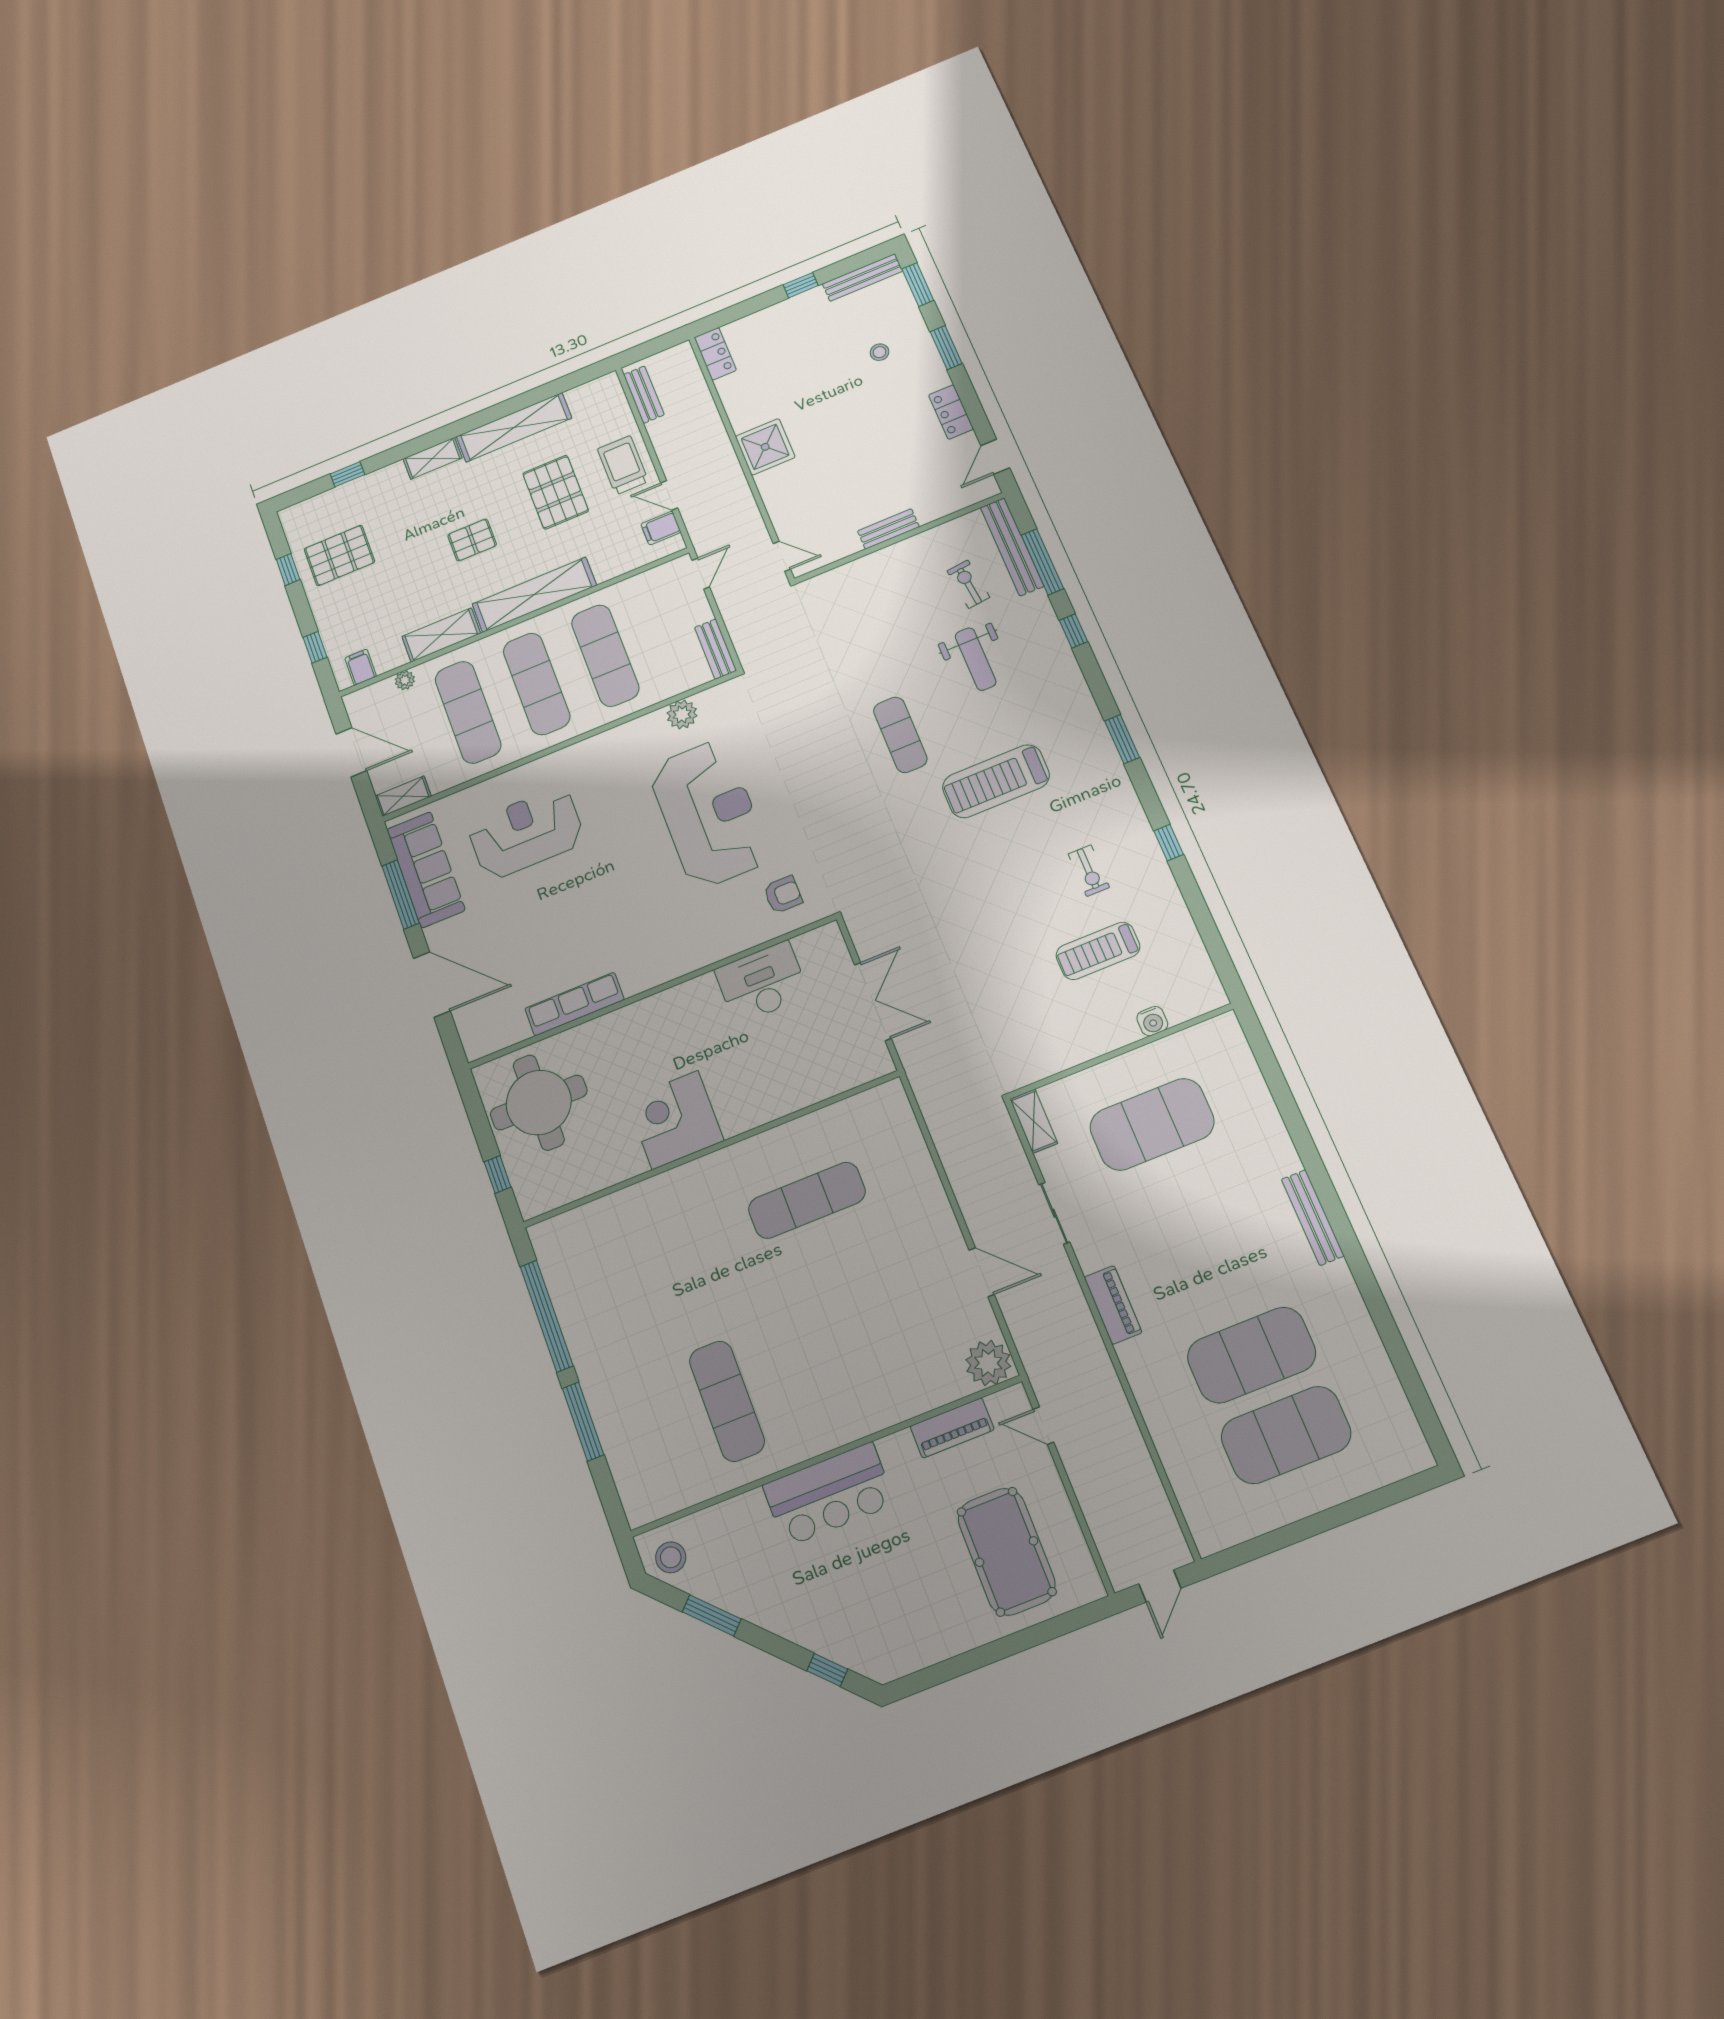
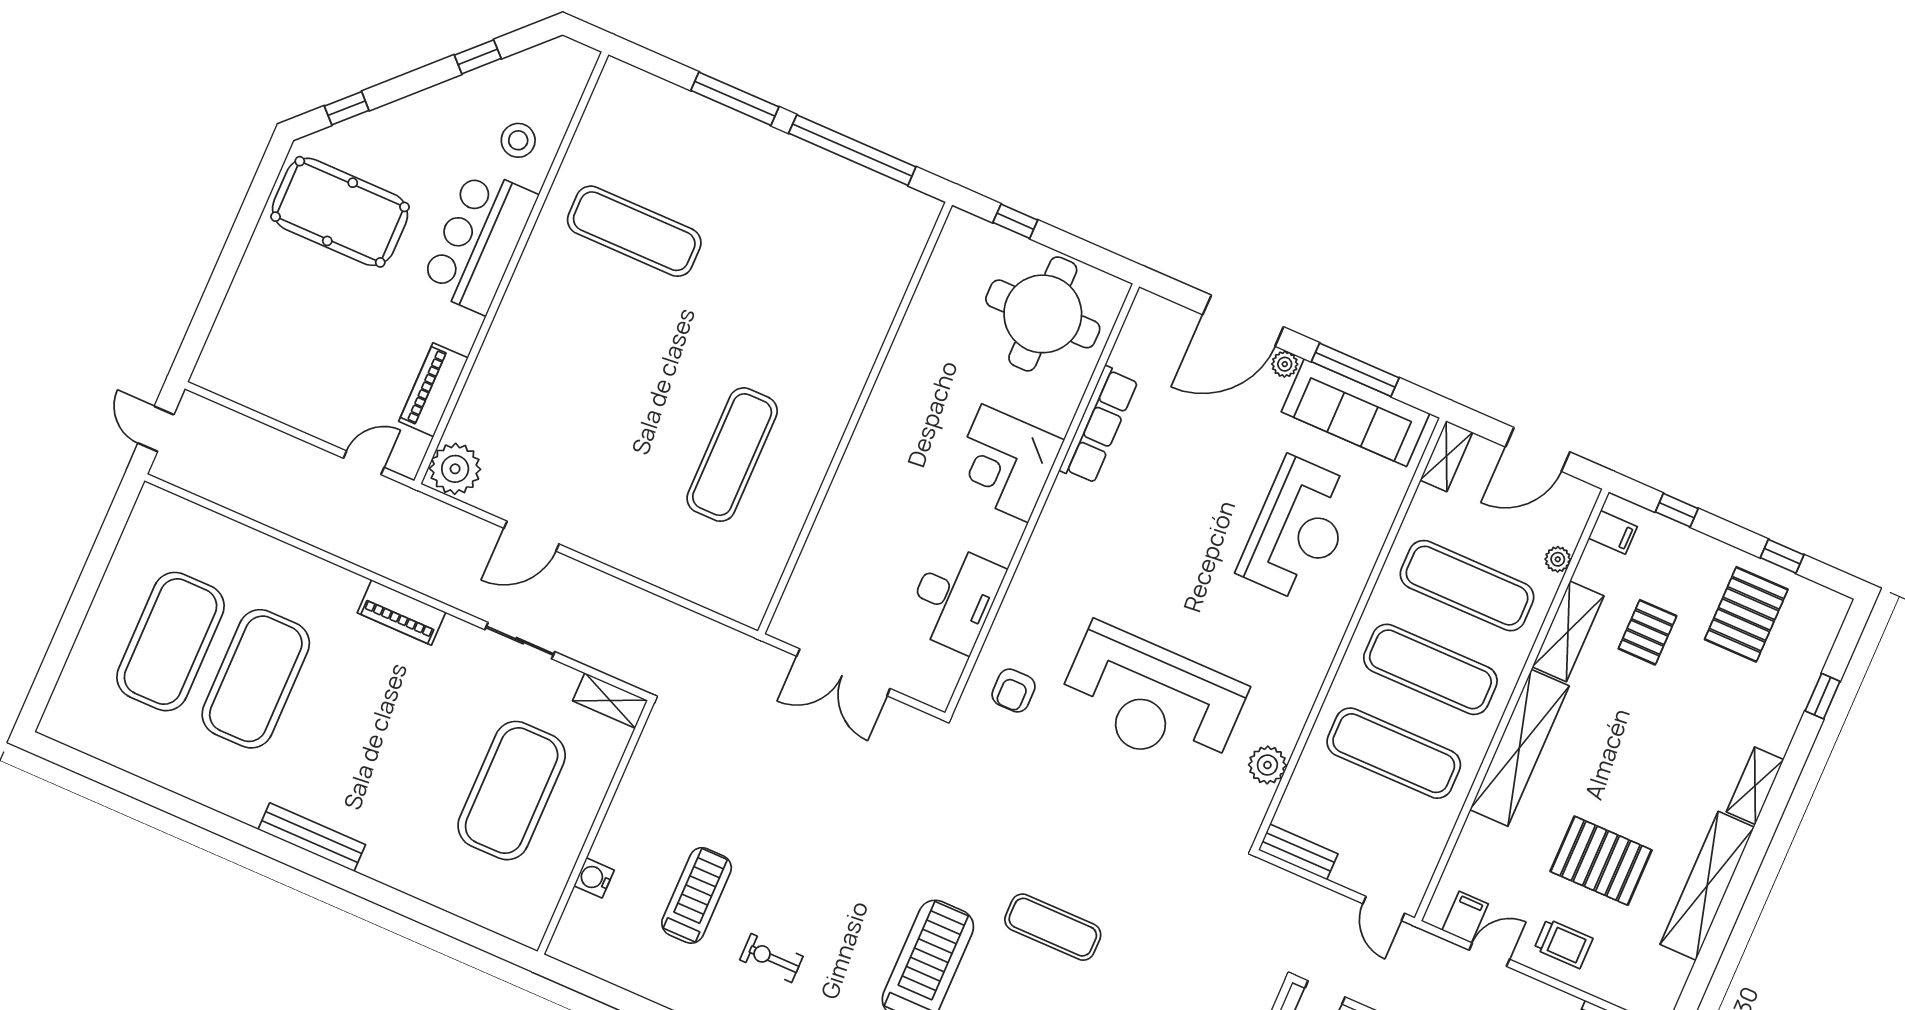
trolley: (623, 465) -> (1563, 944), width x0.73, depth x0.72
pallet: (472, 540) -> (1647, 632), moved
plant: (435, 936) -> (1285, 364), added
corner desk: (675, 1120) -> (1005, 463), moved, turned 180
pool table: (1006, 1552) -> (340, 212), moved
stool: (671, 1557) -> (518, 140), moved
window: (712, 1615) -> (478, 57), width x0.67

